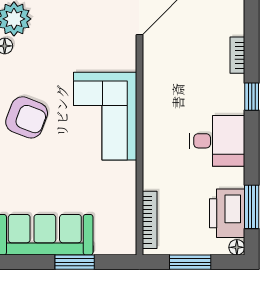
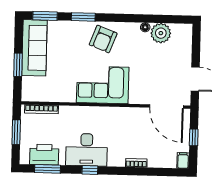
window: (252, 97) -> (90, 170), moved
desk: (217, 141) -> (87, 150), width x1.37
floor lamp: (237, 247) -> (24, 160), removed

